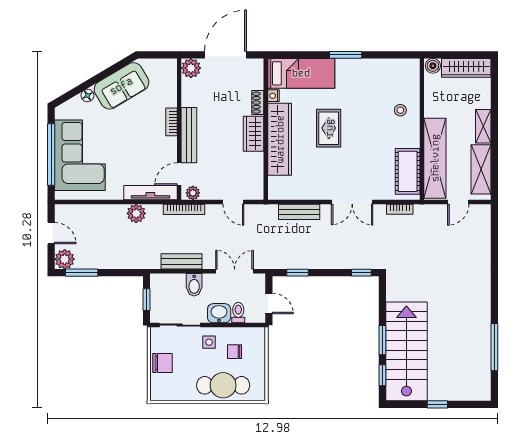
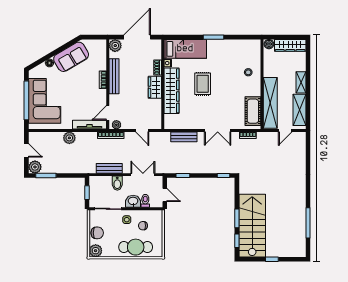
bench: (189, 135) -> (114, 76), moved
plant: (136, 213) -> (69, 138), moved
plant: (160, 391) -> (96, 251), added

